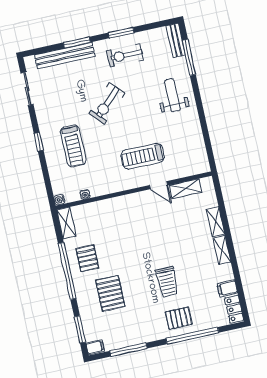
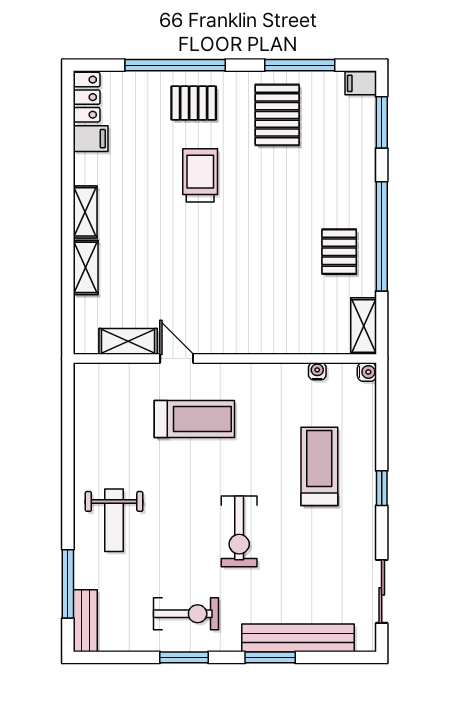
exercise bike: (107, 104) -> (239, 531), turned 134
pallet: (110, 293) -> (277, 115), moved

